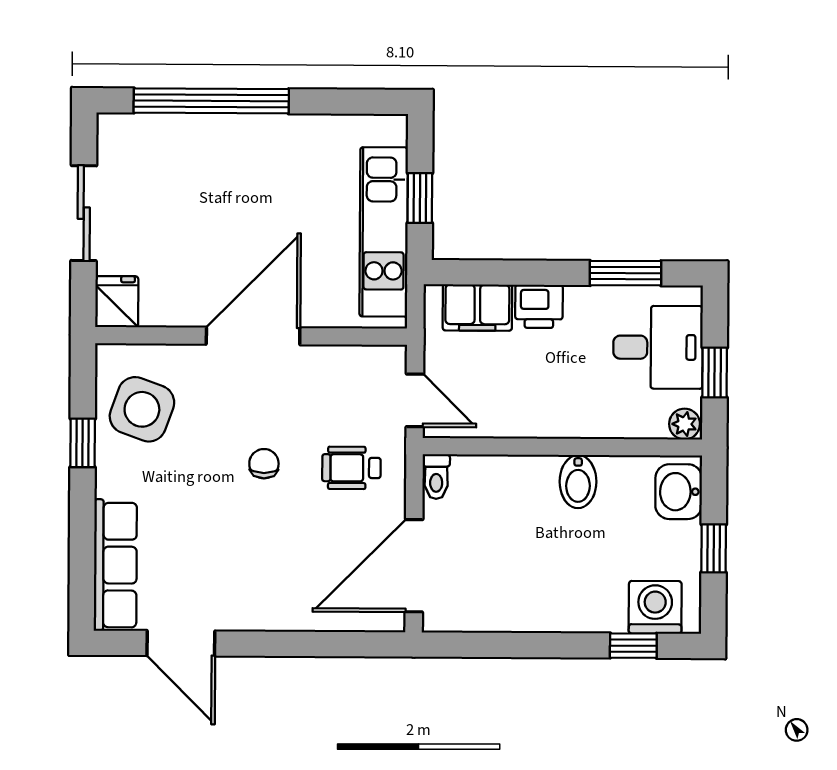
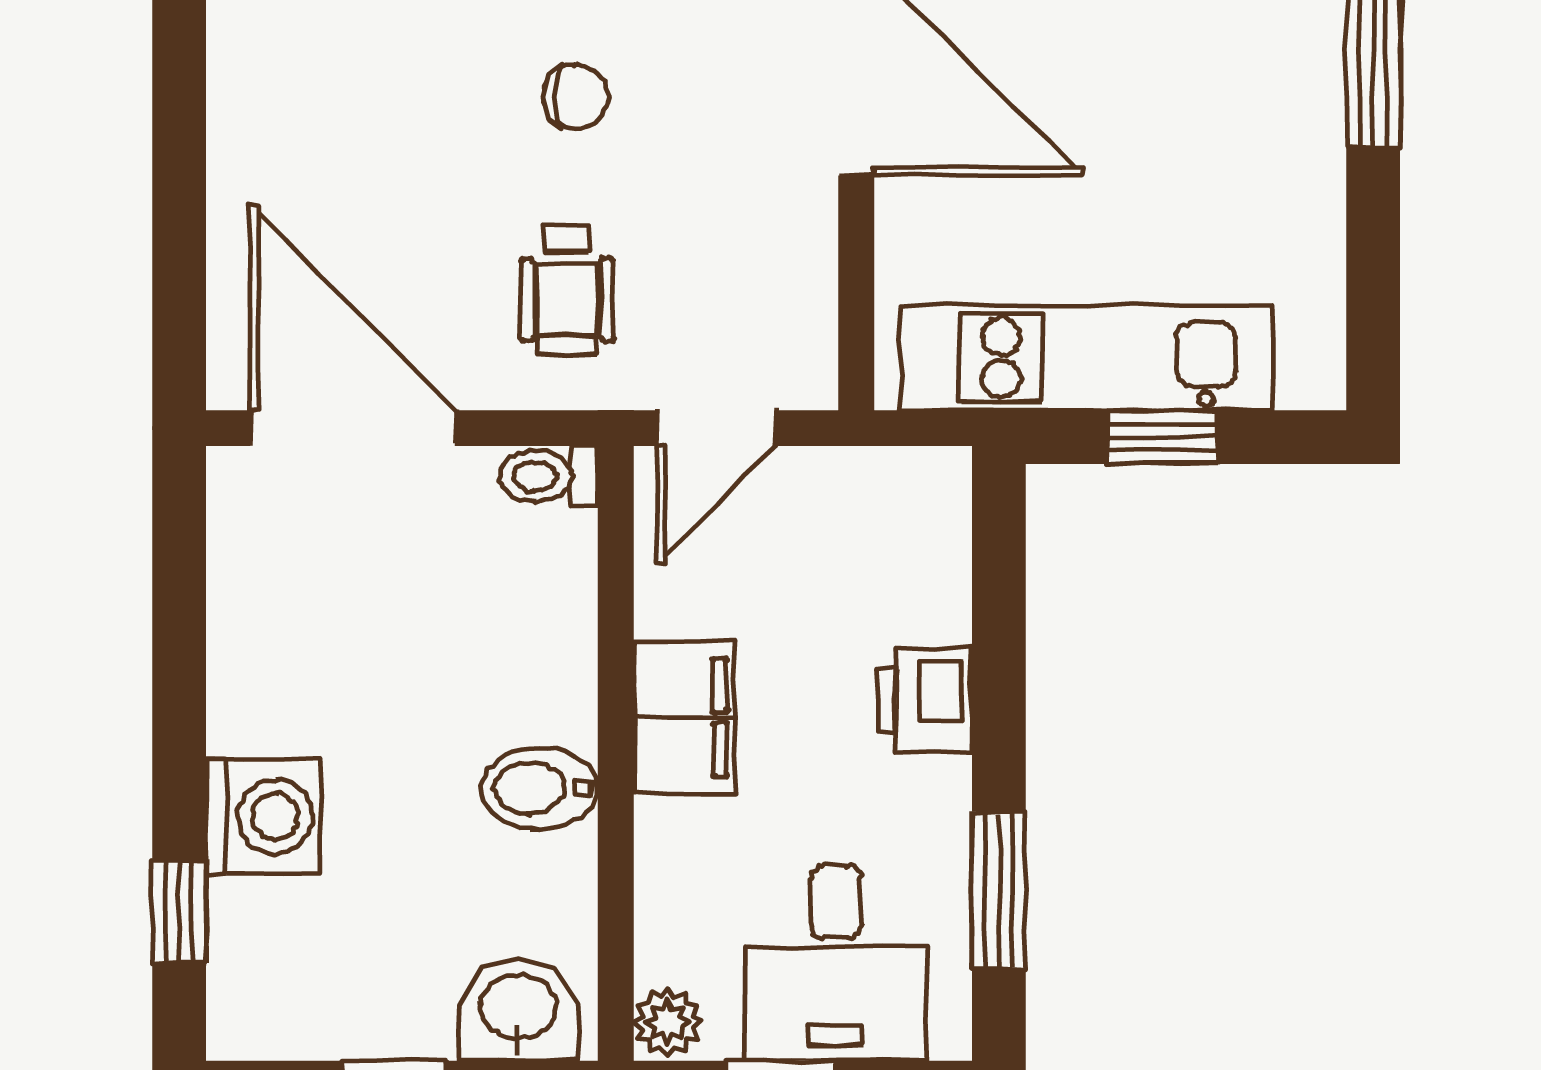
filing cabinet: (477, 308) -> (684, 718), moved, turned 180
wheelchair: (351, 468) -> (567, 290), turned 180
washing machine: (655, 607) -> (264, 817), moved

